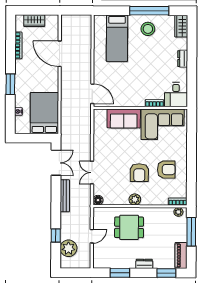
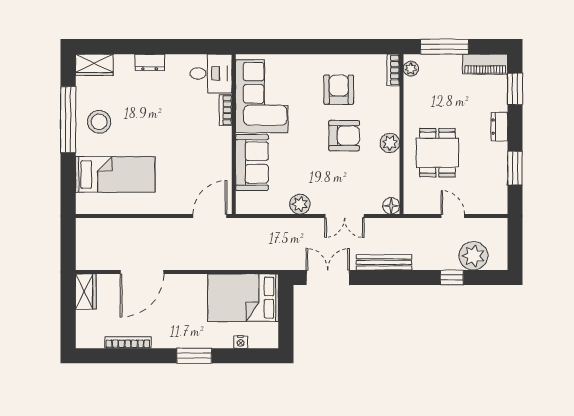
wardrobe: (34, 21) -> (86, 292), moved
plant: (99, 147) -> (300, 204), added

